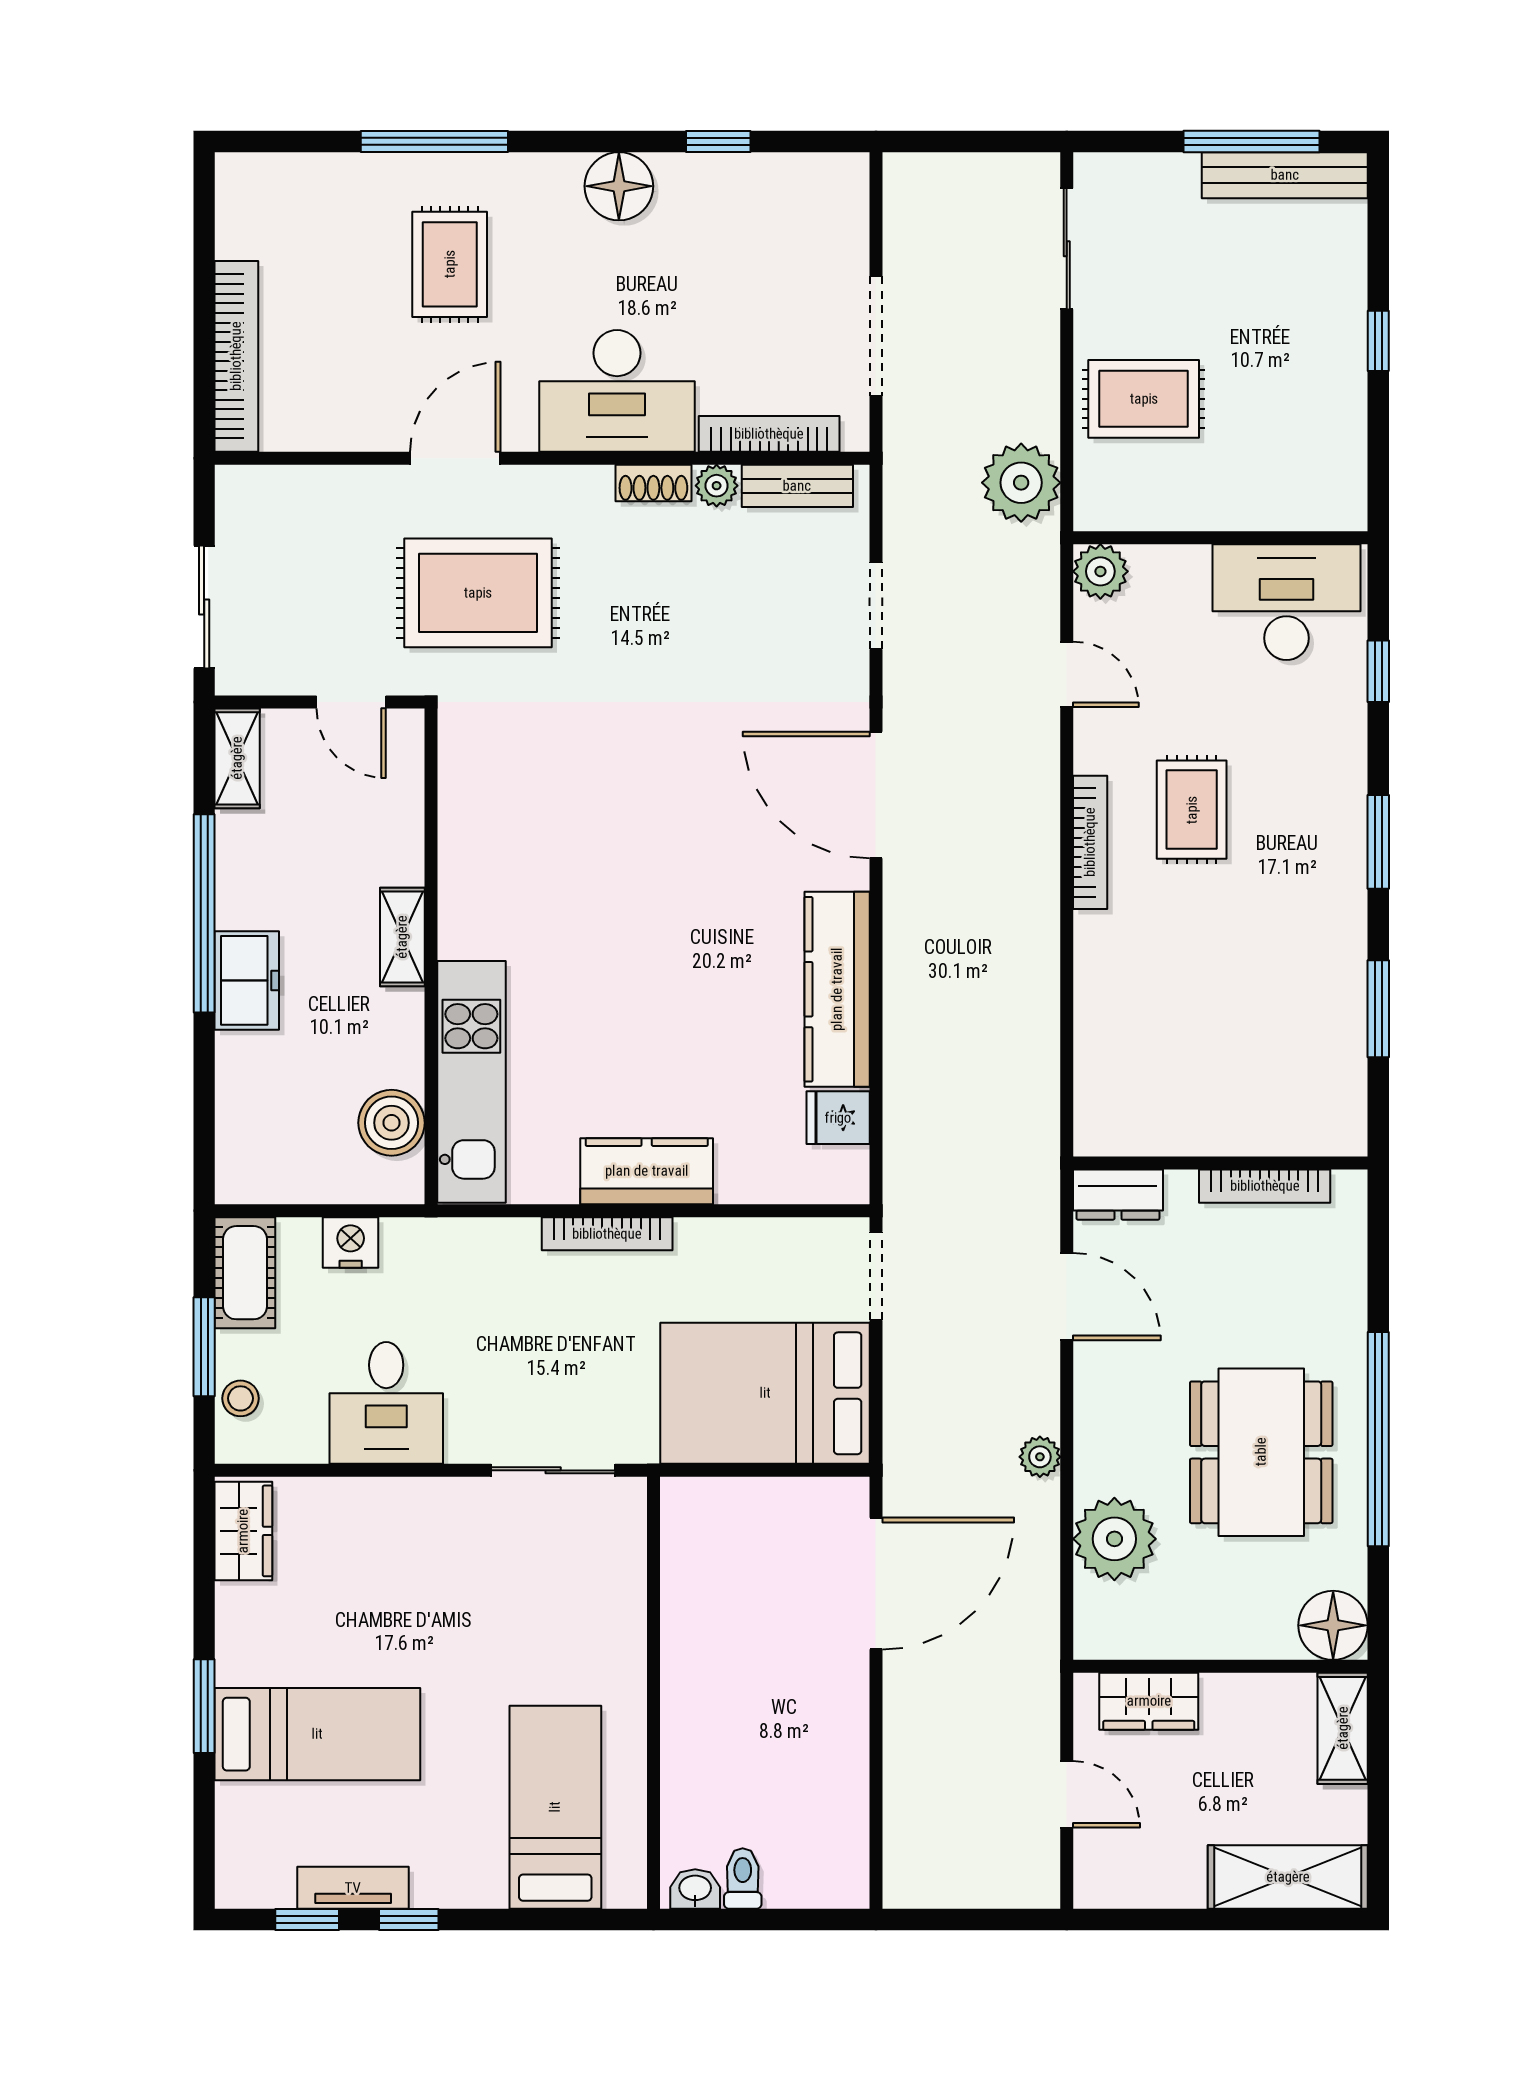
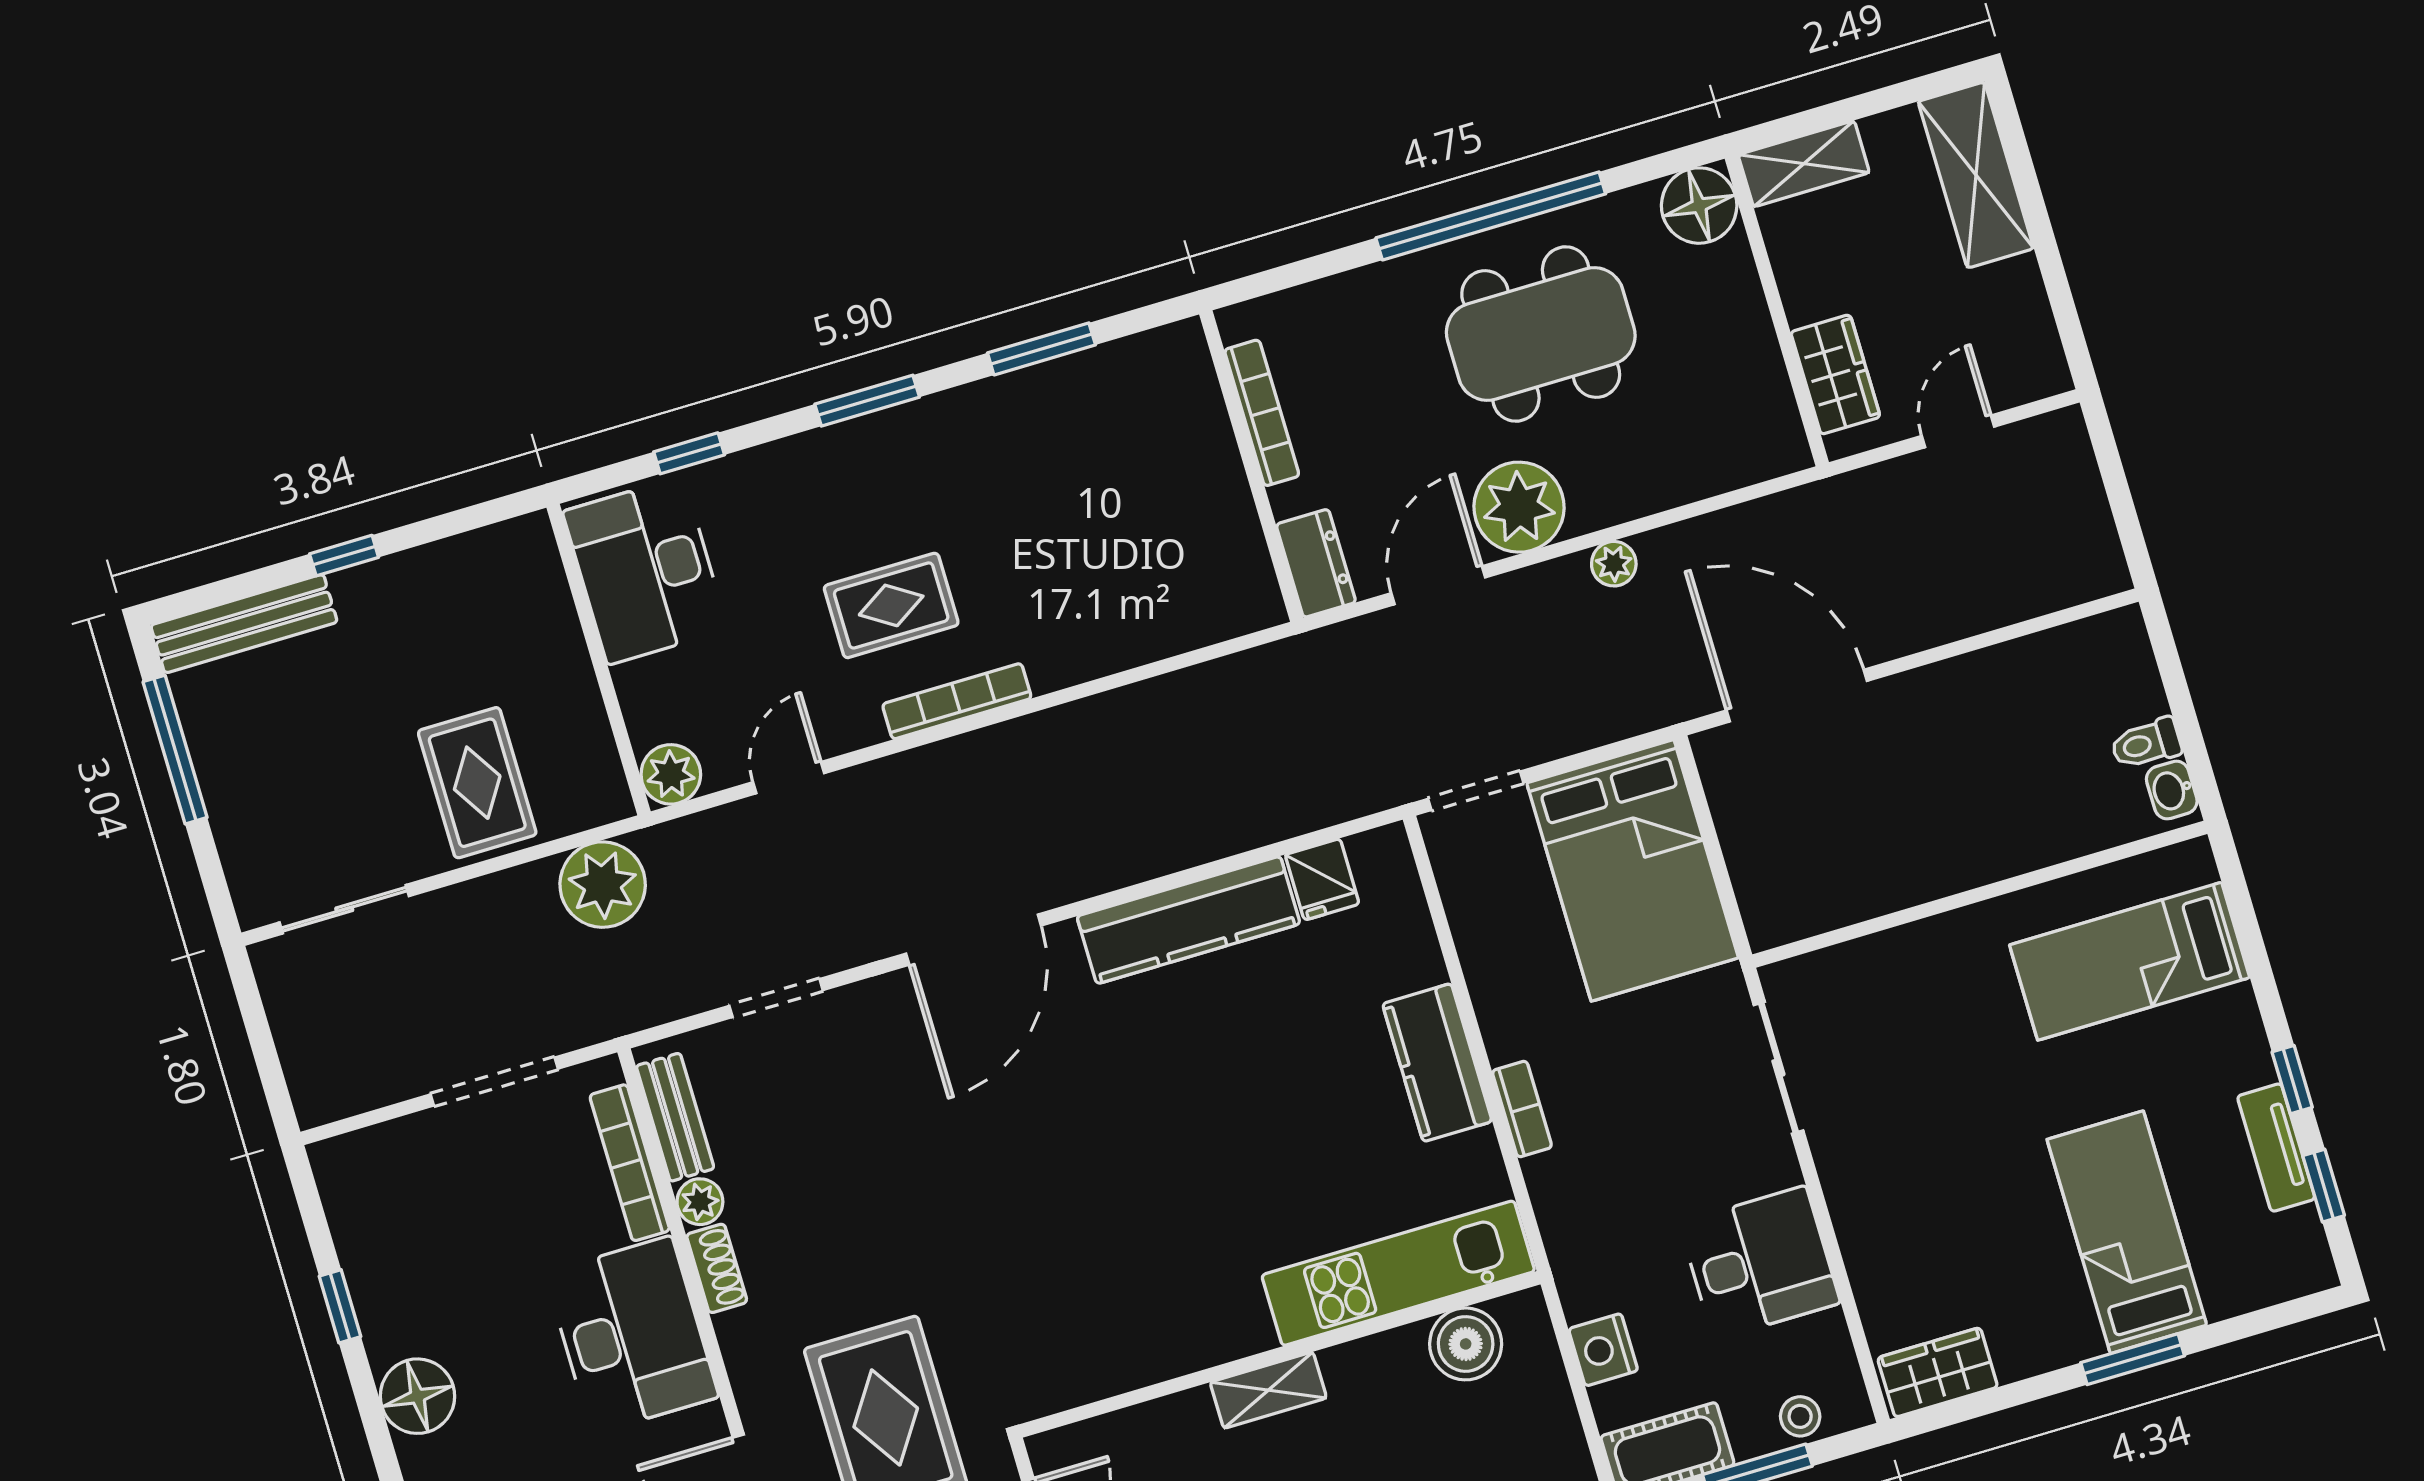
bench: (1285, 175) -> (244, 624), moved, turned 90
bookcase: (607, 1234) -> (1522, 1109), width x0.64
plant: (1114, 1539) -> (1519, 507), moved

